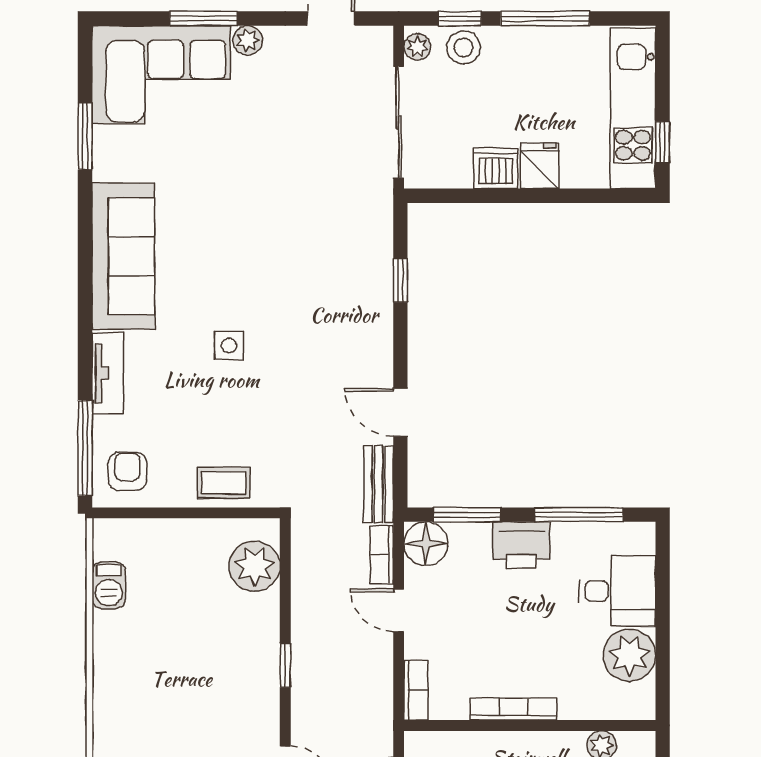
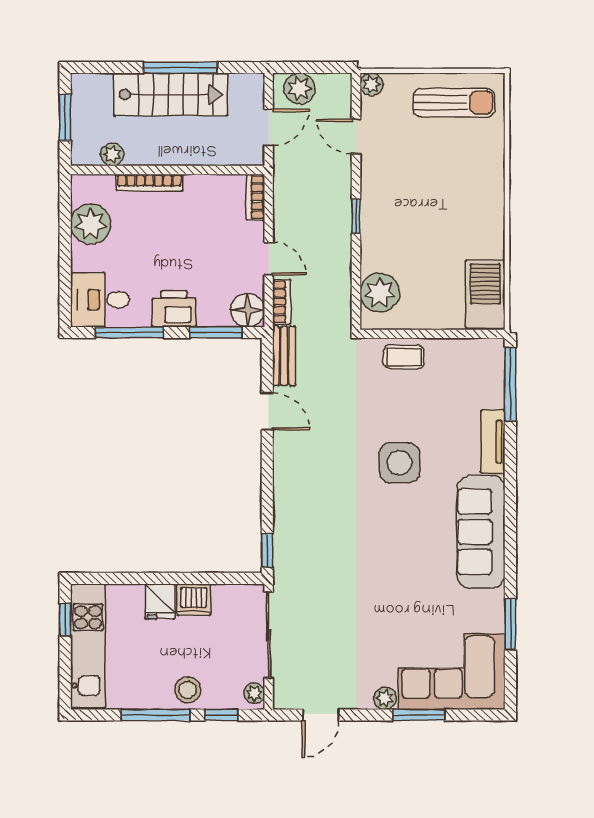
stool: (464, 47) -> (188, 690), moved
window: (400, 280) -> (267, 550), moved
side table: (229, 346) -> (399, 463), width x1.87, depth x1.87
armchair: (127, 471) -> (478, 366), removed
barbecue: (109, 585) -> (485, 294), width x1.88, depth x1.53
desk: (617, 591) -> (100, 300), moved
bookcase: (514, 709) -> (149, 183), moved

